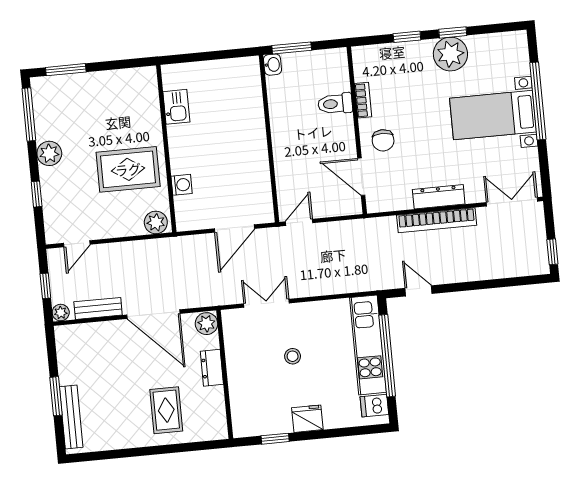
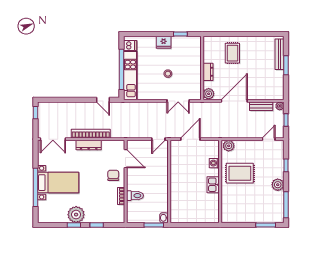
kitchen sink: (176, 107) -> (213, 185), moved
door: (153, 314) -> (234, 101), hinge flipped

